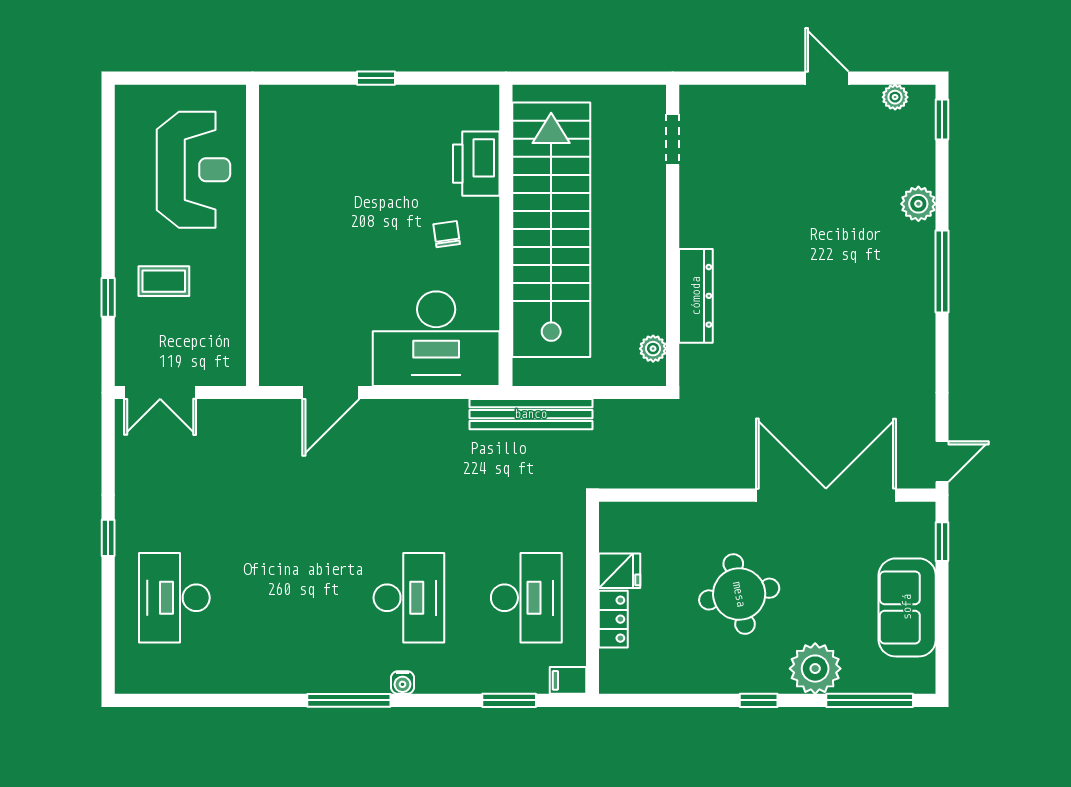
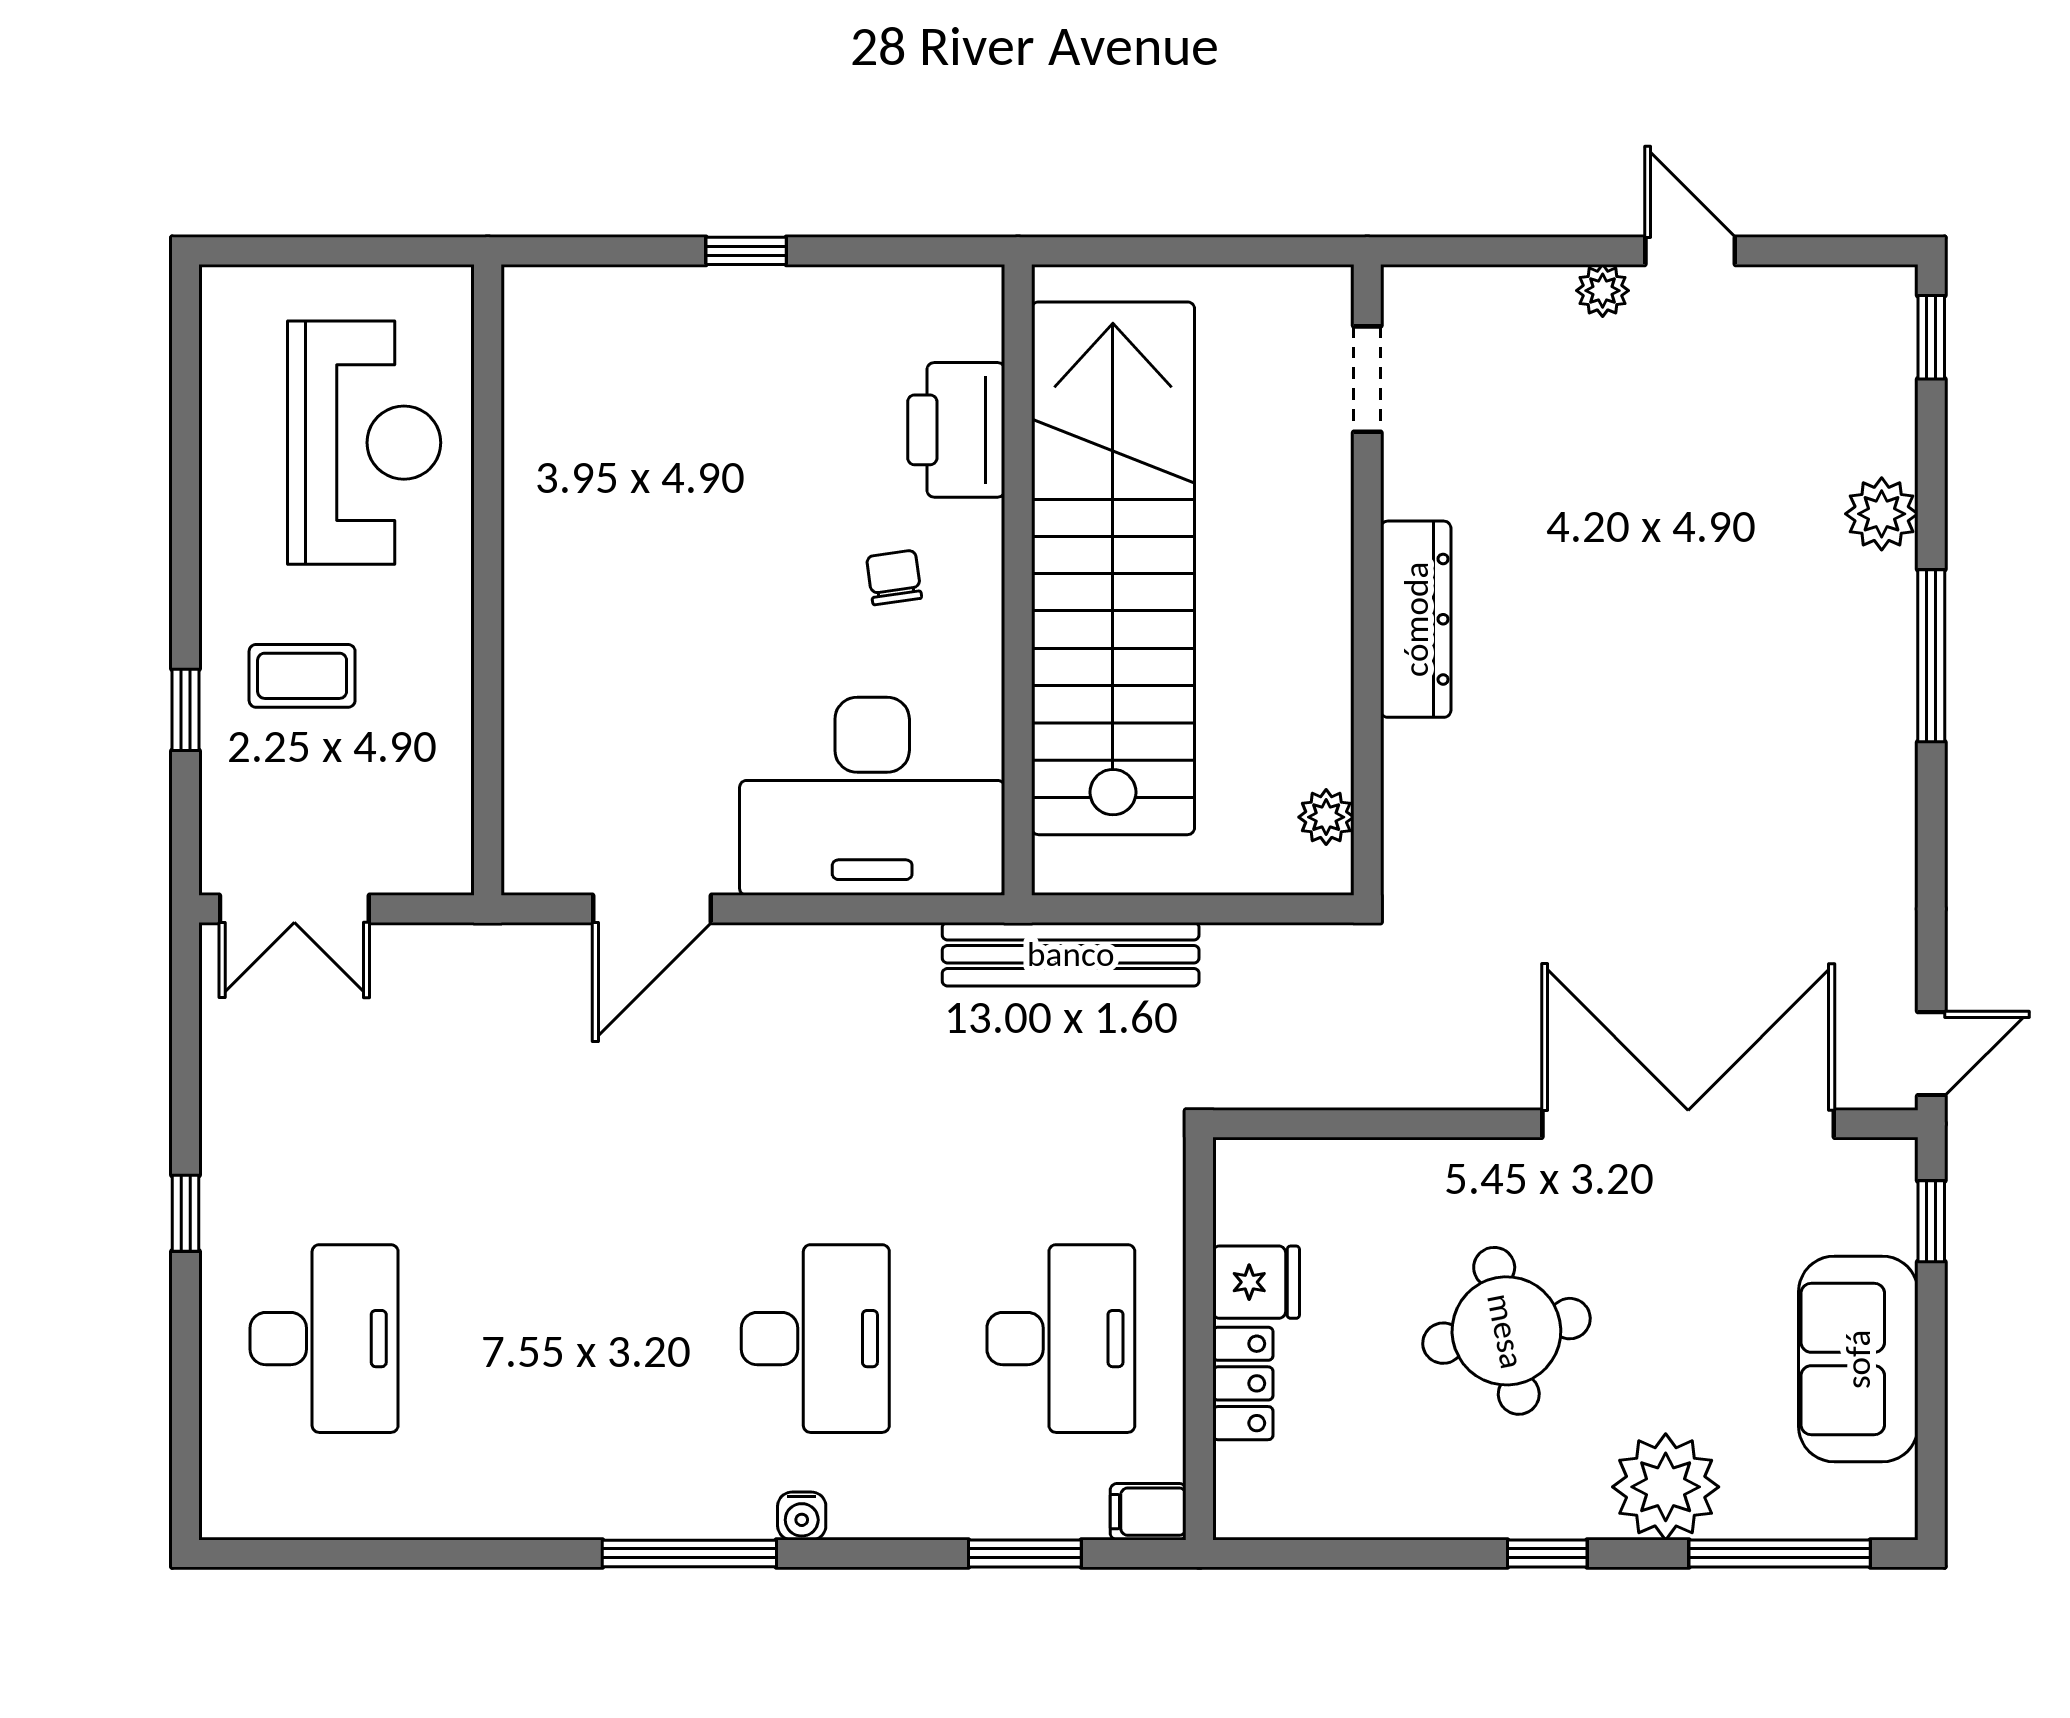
plant: (895, 97) -> (1603, 291), moved
dresser: (696, 296) -> (1416, 619), moved
desk: (174, 598) -> (324, 1339), turned 180

